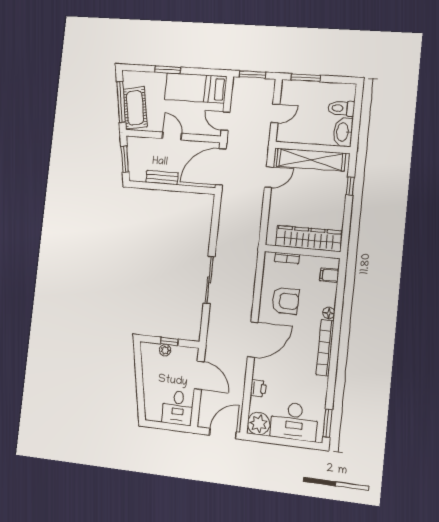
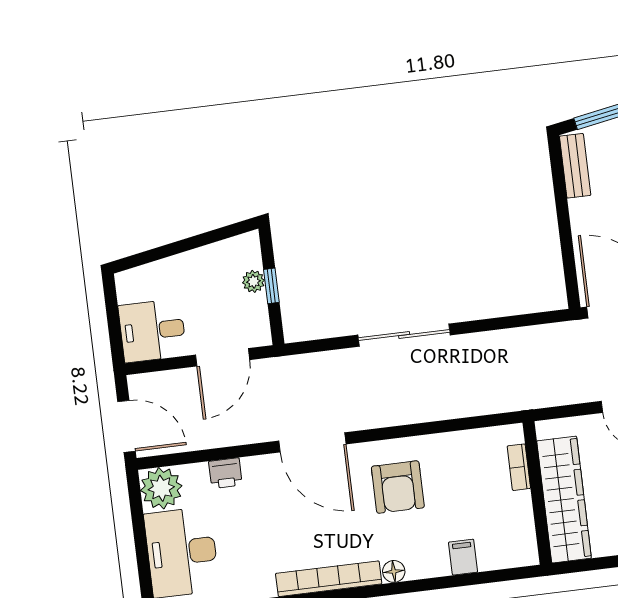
bench: (162, 178) -> (575, 166), moved
wardrobe: (309, 238) -> (564, 500), moved
wall: (302, 252) -> (537, 493), moved
bookcase: (287, 258) -> (519, 467), moved

